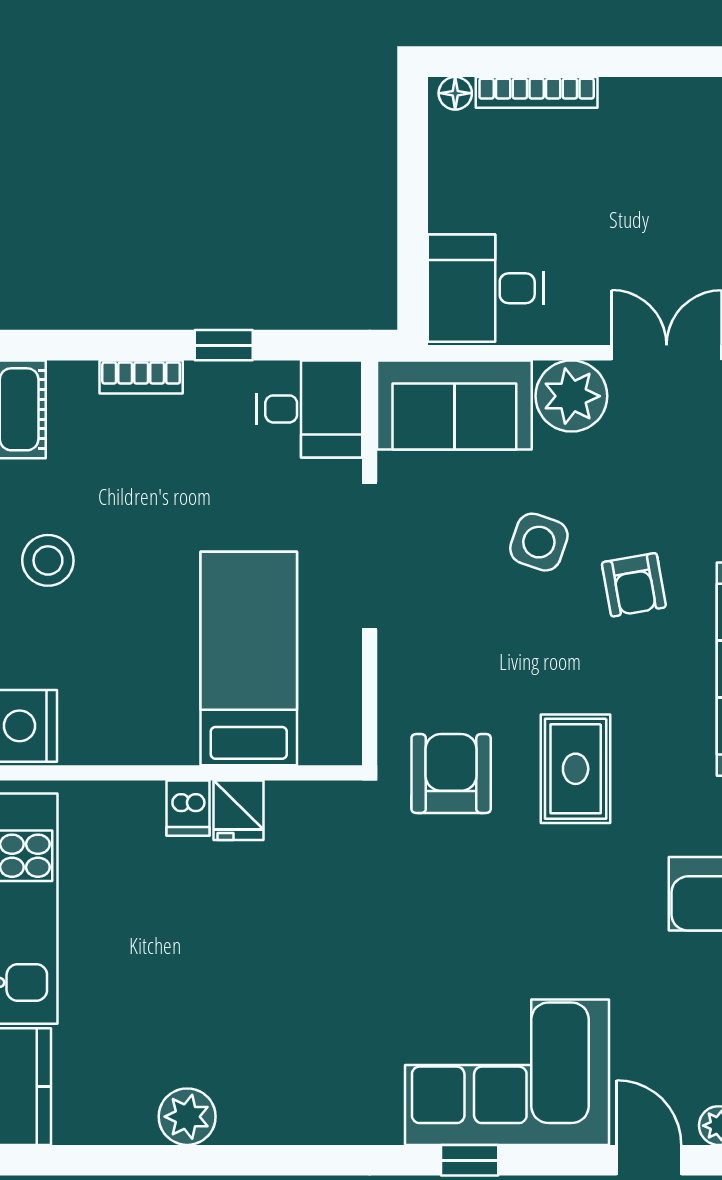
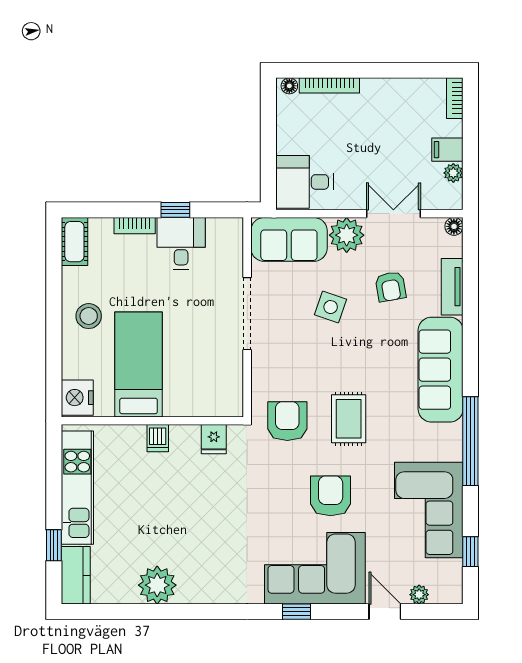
desk: (310, 409) -> (181, 243), moved, turned -90
armchair: (634, 585) -> (391, 287), moved
bed: (249, 659) -> (139, 364), moved
fridge: (238, 810) -> (214, 439), moved
armchair: (539, 925) -> (331, 496), added
plant: (187, 1117) -> (157, 585), width x1.36, depth x1.36

